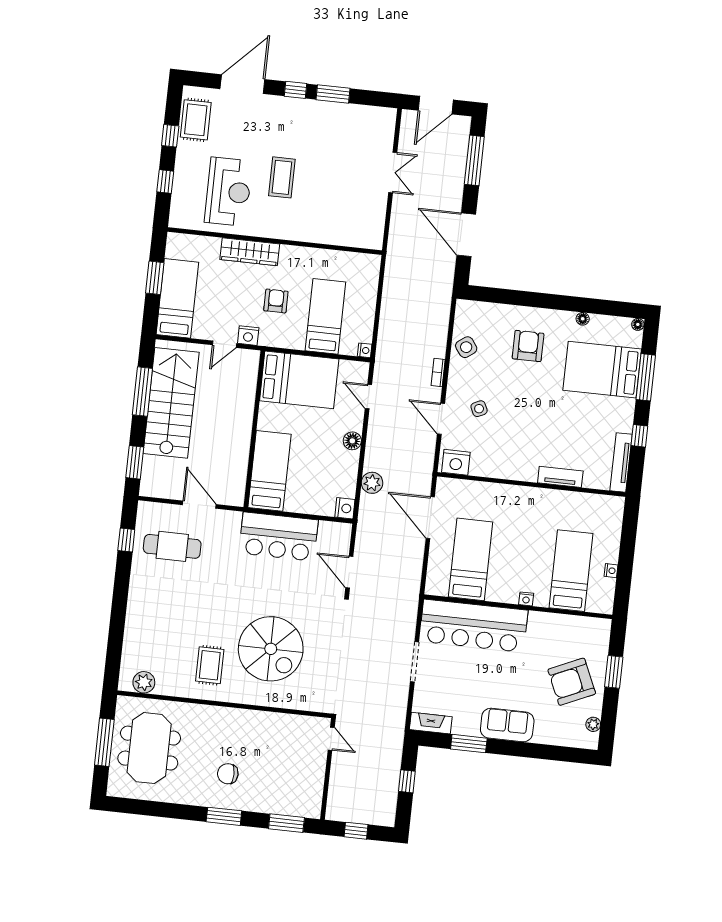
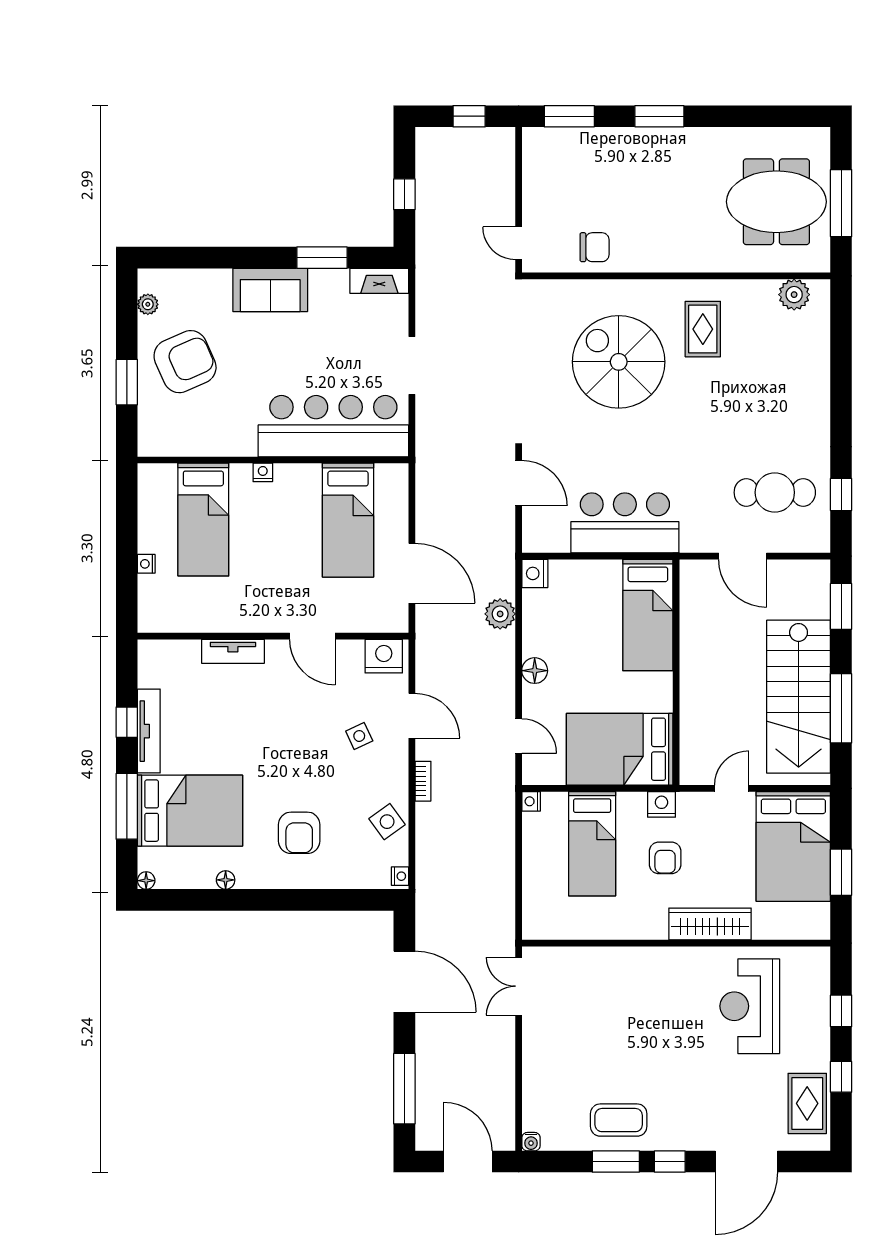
door: (436, 105) -> (468, 1161), hinge flipped
water cooler: (390, 114) -> (531, 1142), added
double door: (393, 172) -> (519, 986), moved
coffee table: (282, 177) -> (619, 1120), moved, turned 90
bed: (177, 298) -> (793, 846), width x1.50
nightstand: (461, 308) -> (400, 876), added
nightstand: (248, 336) -> (661, 804), moved
tv unit: (621, 462) -> (149, 731), moved
door: (504, 481) -> (312, 636), added
nightstand: (611, 571) -> (146, 564), moved
meeting table: (149, 748) -> (776, 202), turned 90
chair: (228, 774) -> (595, 247), moved

